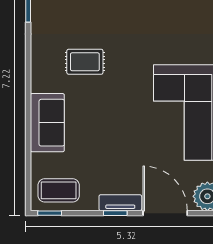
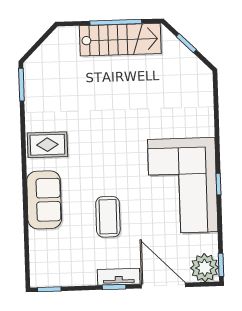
rug: (85, 62) -> (47, 145), moved
coffee table: (59, 190) -> (108, 217), moved, turned 90

